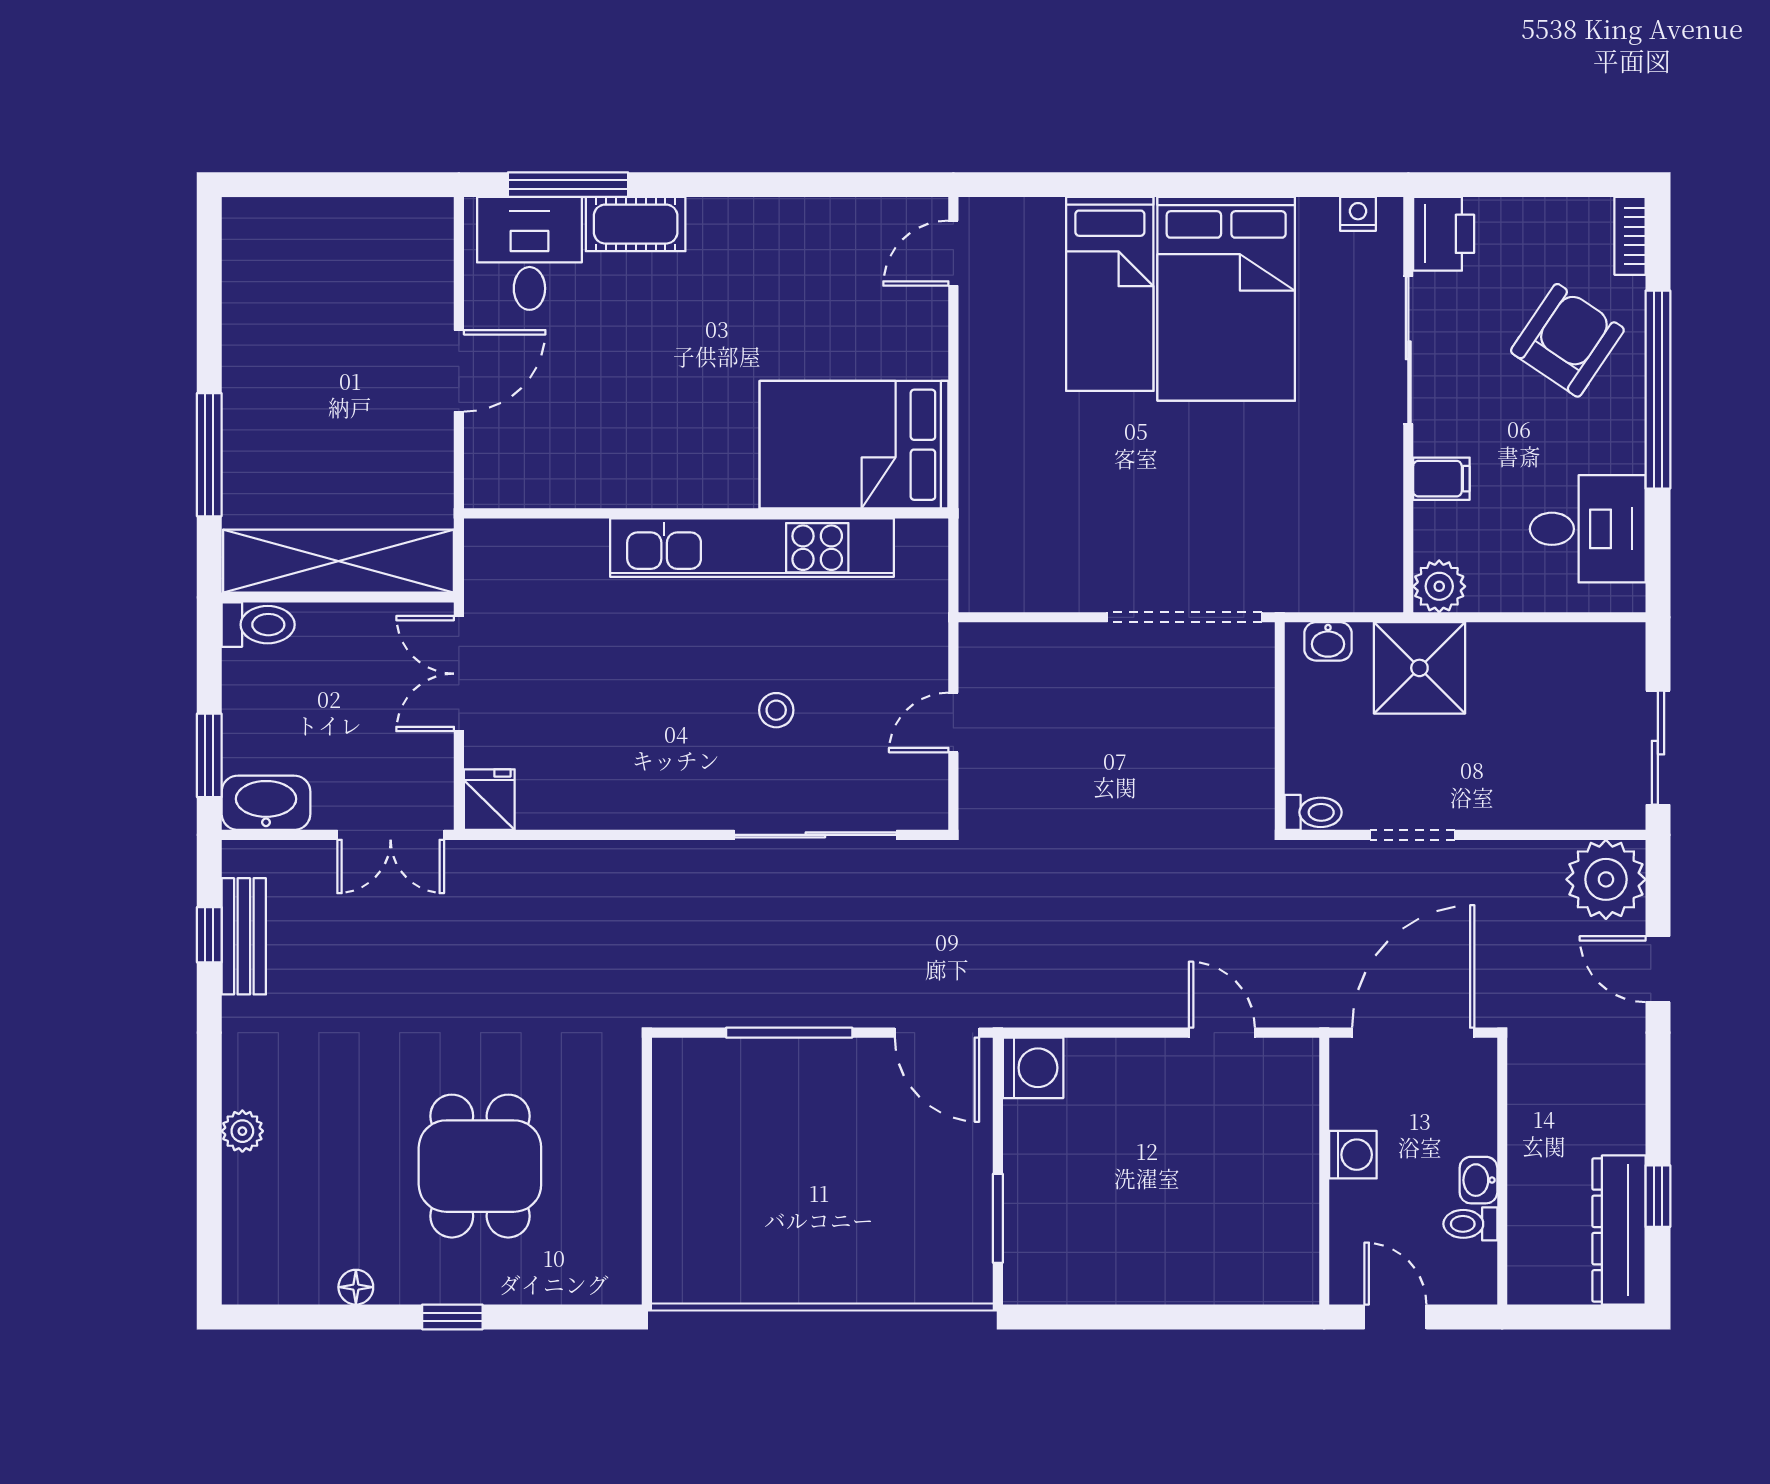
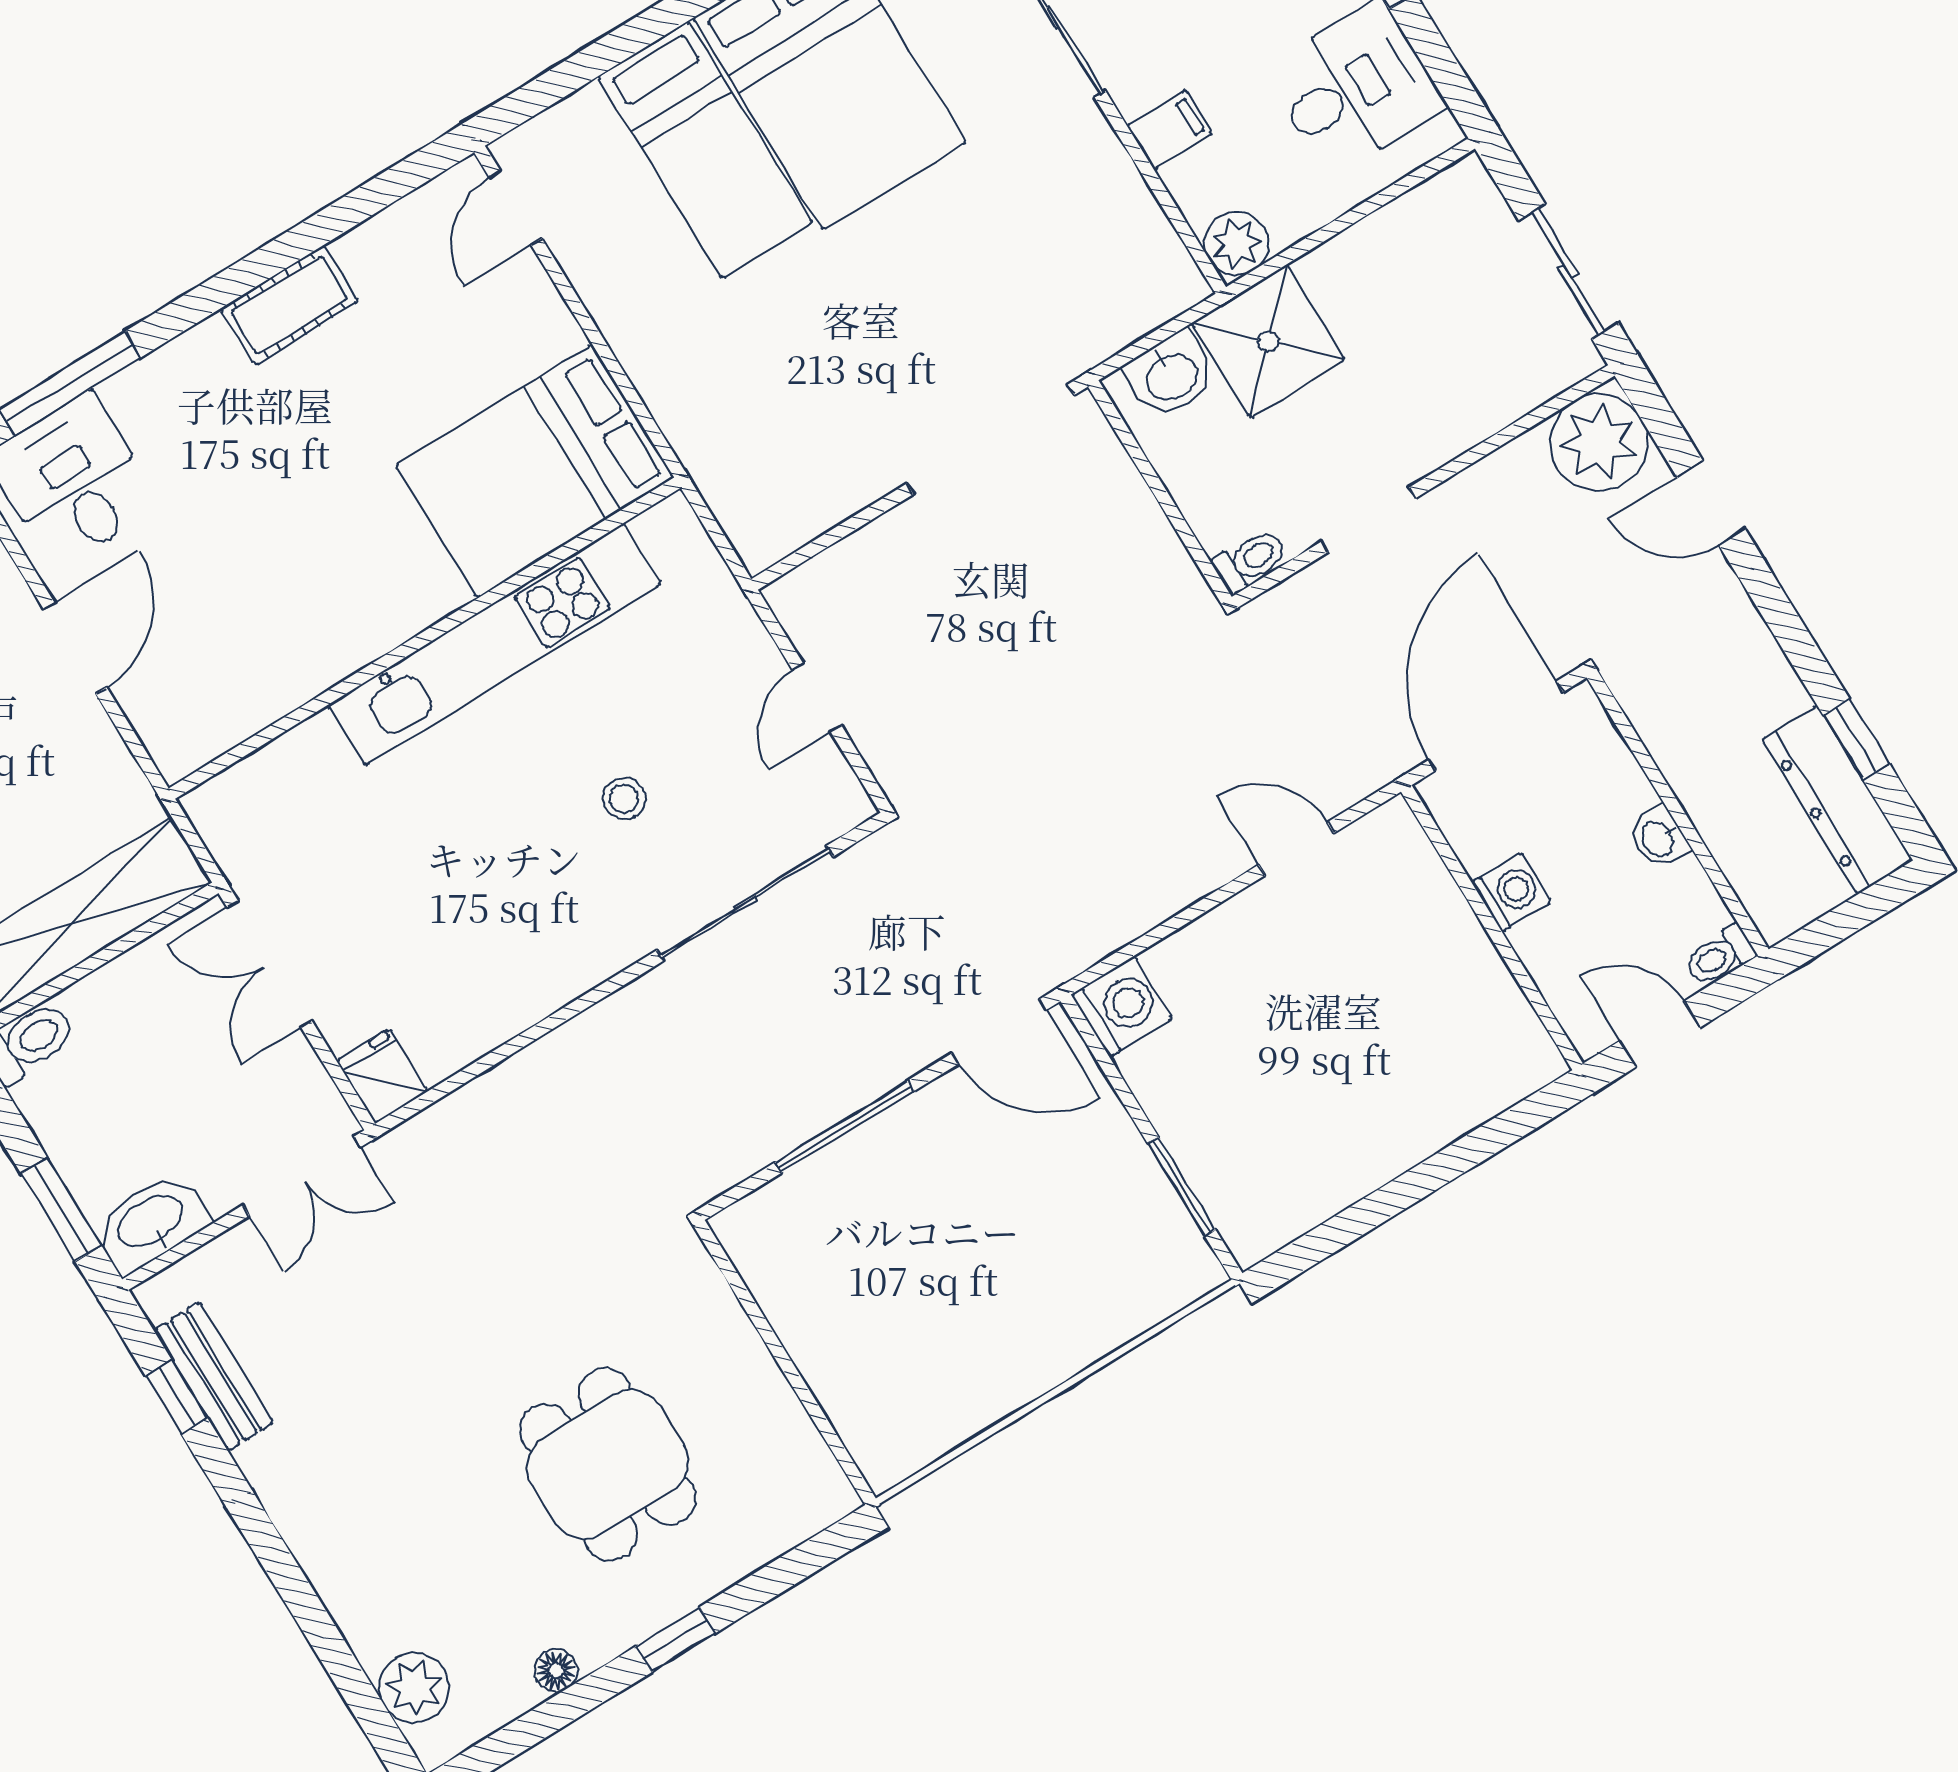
cot: (636, 224) -> (289, 305), moved
washbasin: (1328, 641) -> (1171, 375), width x1.38, depth x1.45
plant: (242, 1131) -> (414, 1688), moved, width x1.38, depth x1.38
toilet: (1470, 1224) -> (1720, 956), moved

